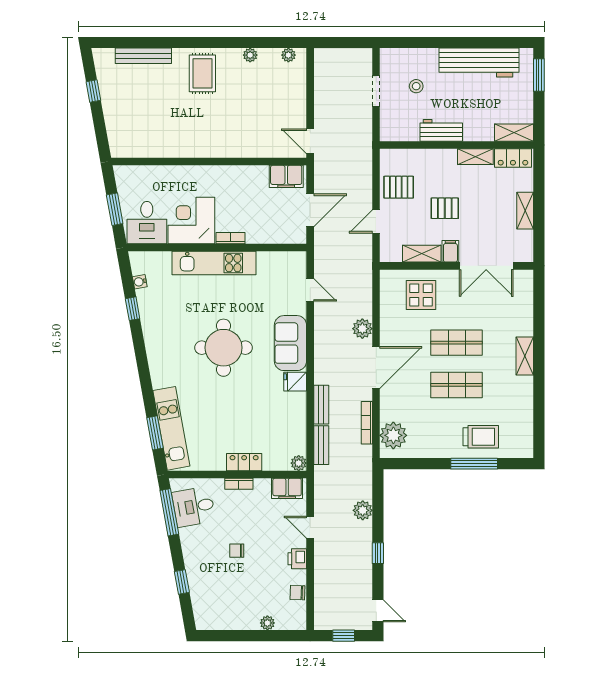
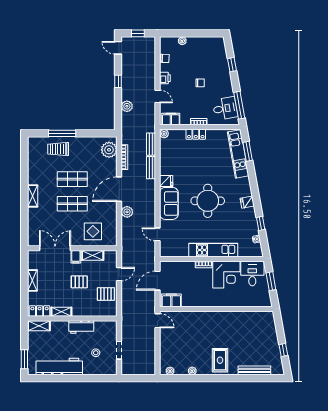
fridge: (156, 345) -> (247, 202), added

